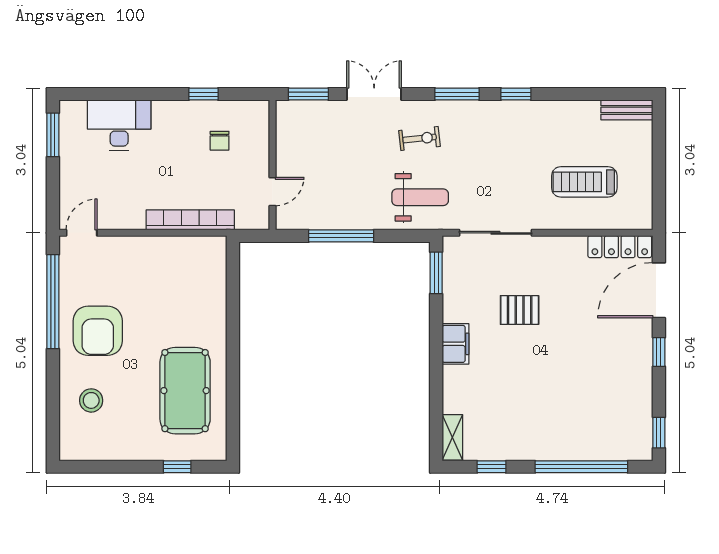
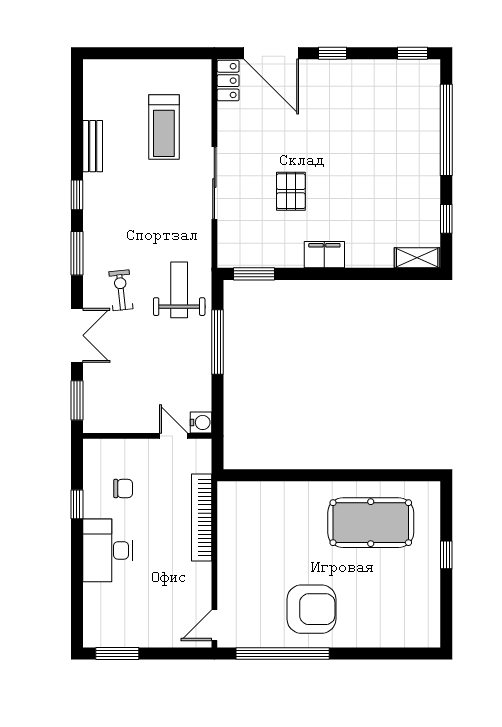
double door: (374, 94) -> (77, 335), swing flipped
bench: (627, 110) -> (93, 146), moved
desk: (119, 125) -> (108, 550), moved
water cooler: (286, 219) -> (201, 422), added
door: (82, 233) -> (214, 625), hinge flipped
sliding door: (495, 233) -> (214, 183), moved
window: (341, 236) -> (217, 342), moved
locker: (620, 247) -> (228, 81), width x0.66
stool: (91, 400) -> (380, 616), removed
window: (177, 467) -> (446, 555), moved

